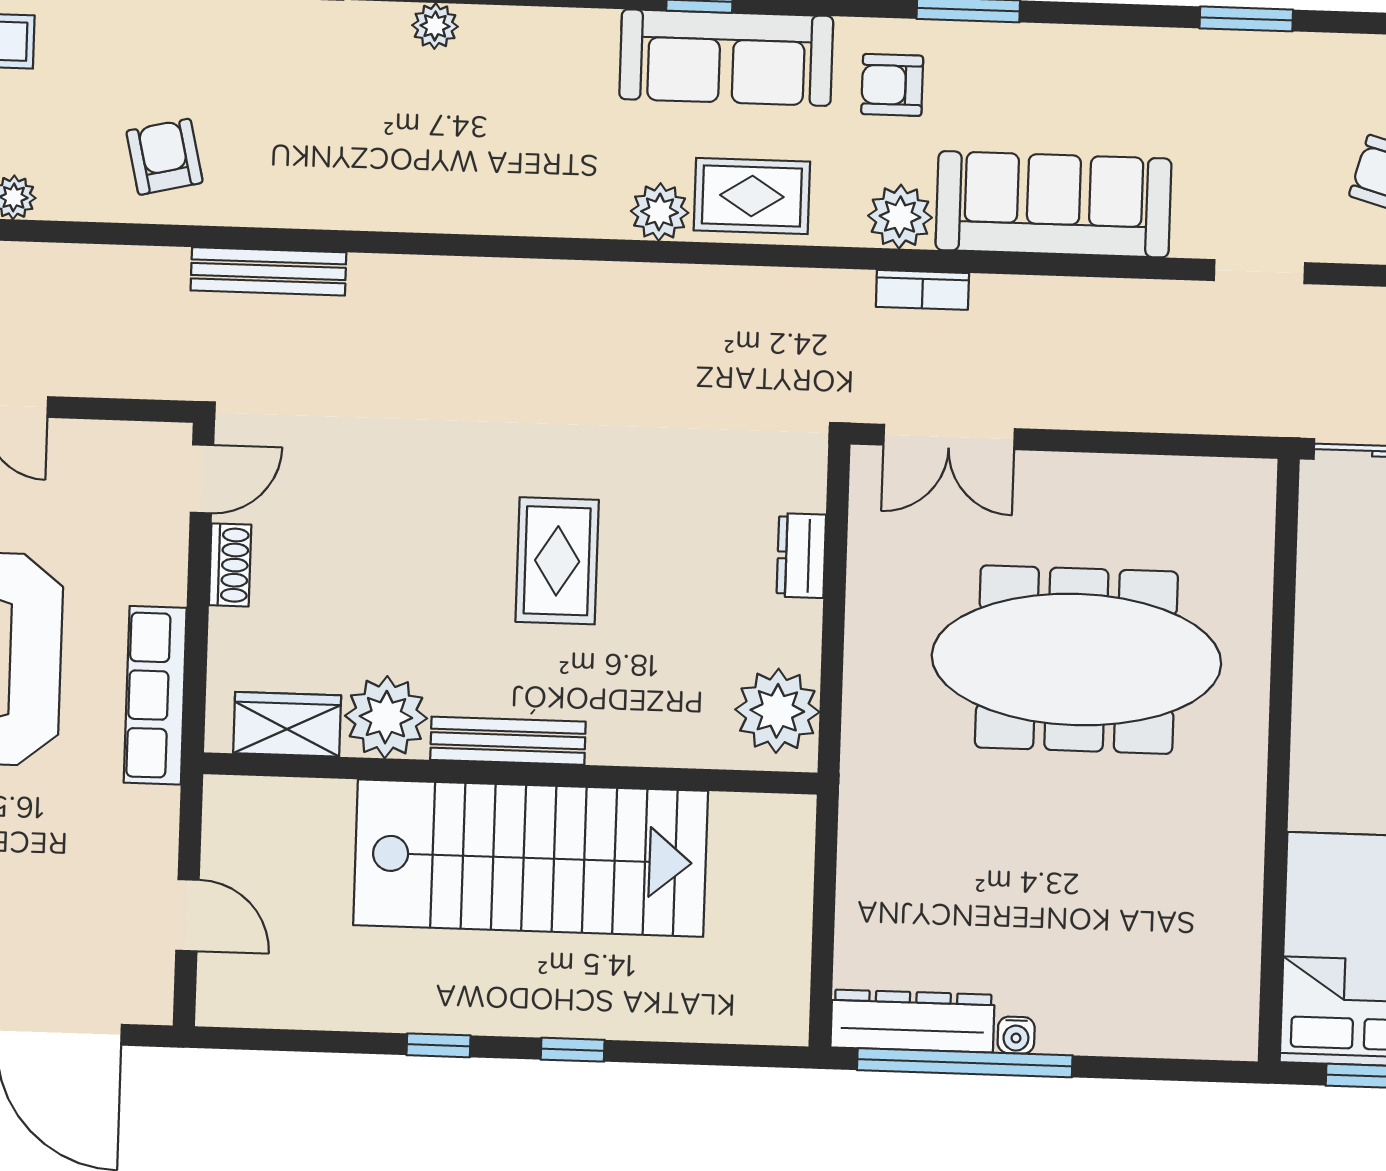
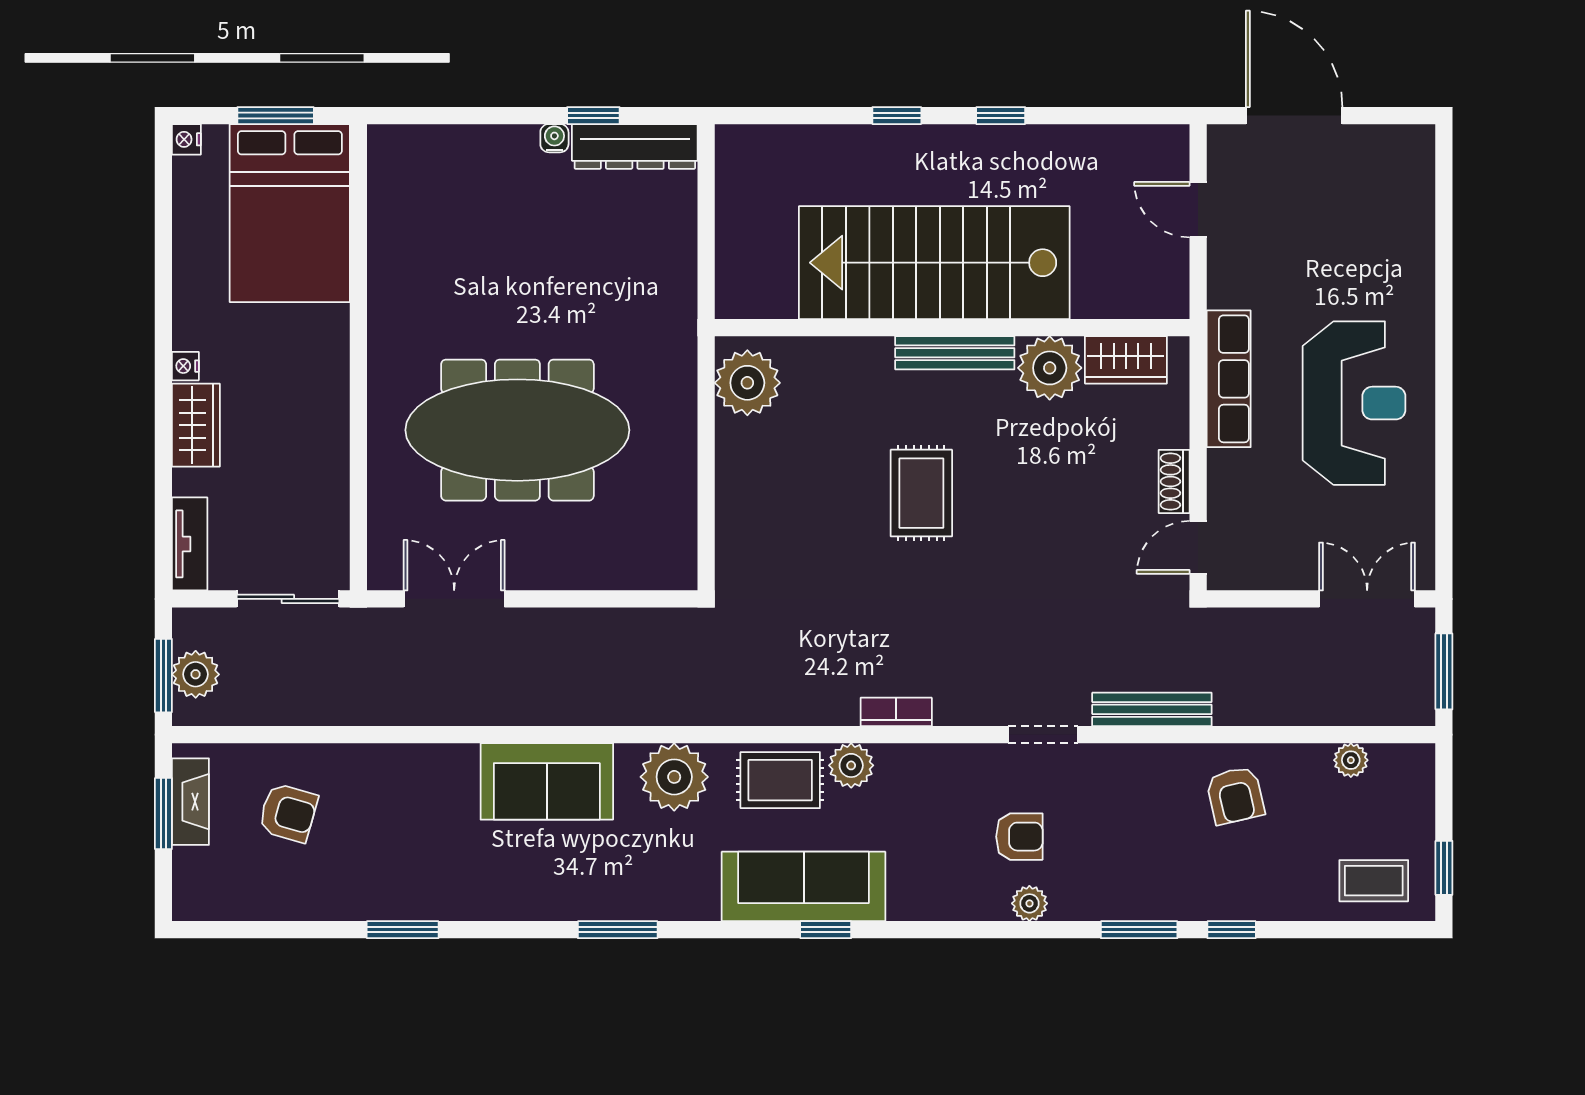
armchair: (892, 85) -> (1019, 837), moved
sofa: (1053, 204) -> (547, 781), width x0.73
plant: (900, 217) -> (674, 777), width x1.36, depth x1.36
doorway: (1259, 272) -> (1043, 735), moved
bookcase: (922, 290) -> (896, 712), moved
double door: (949, 437) -> (454, 599), moved
dresser: (801, 556) -> (733, 503), removed
window: (965, 1063) -> (593, 116), width x0.32

